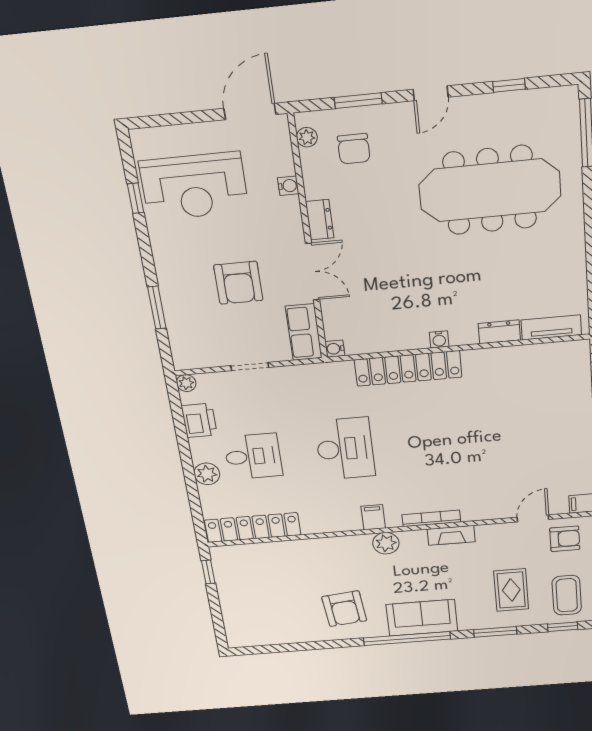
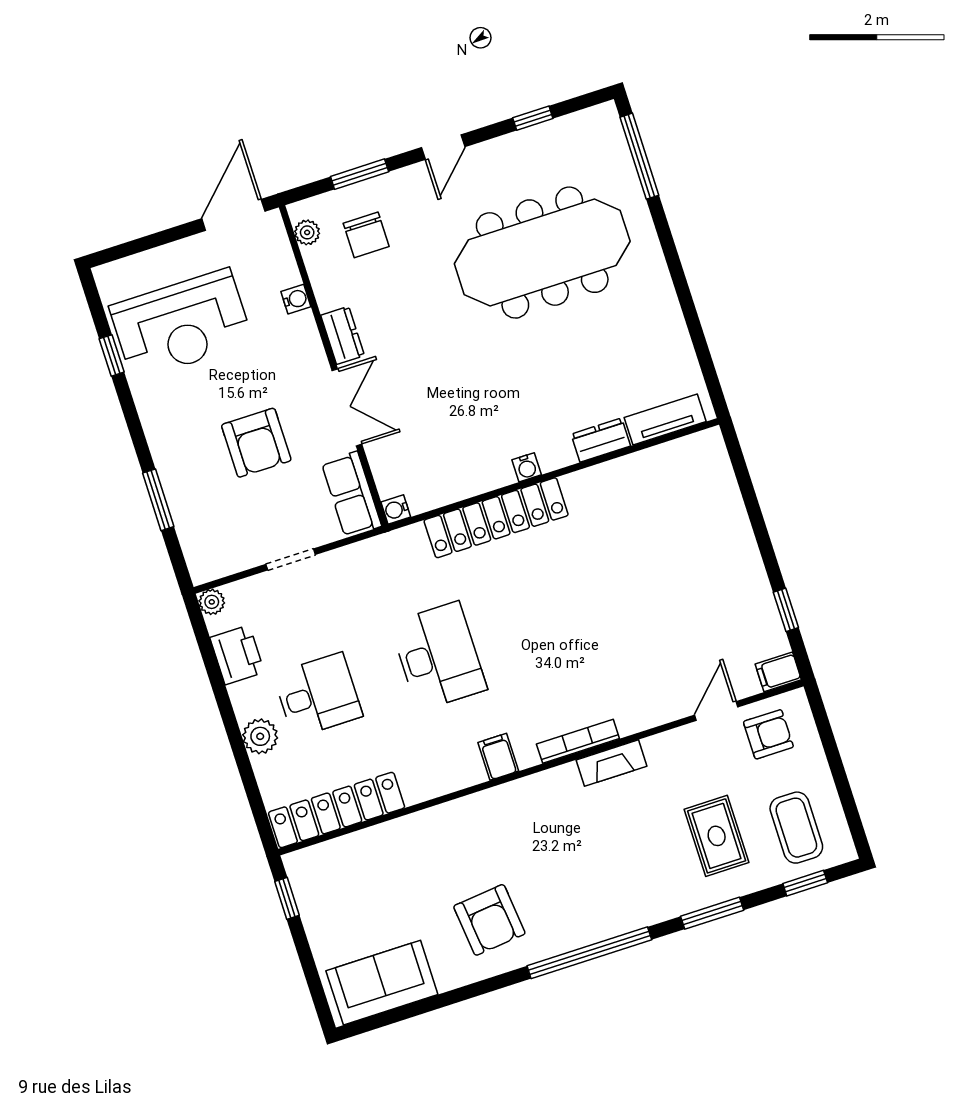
plant: (386, 543) -> (525, 796), removed
sofa: (422, 618) -> (382, 983), moved

